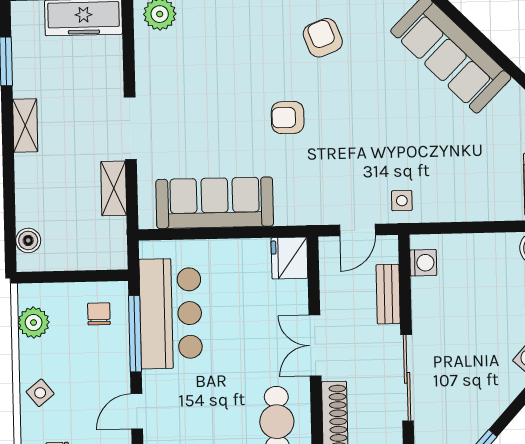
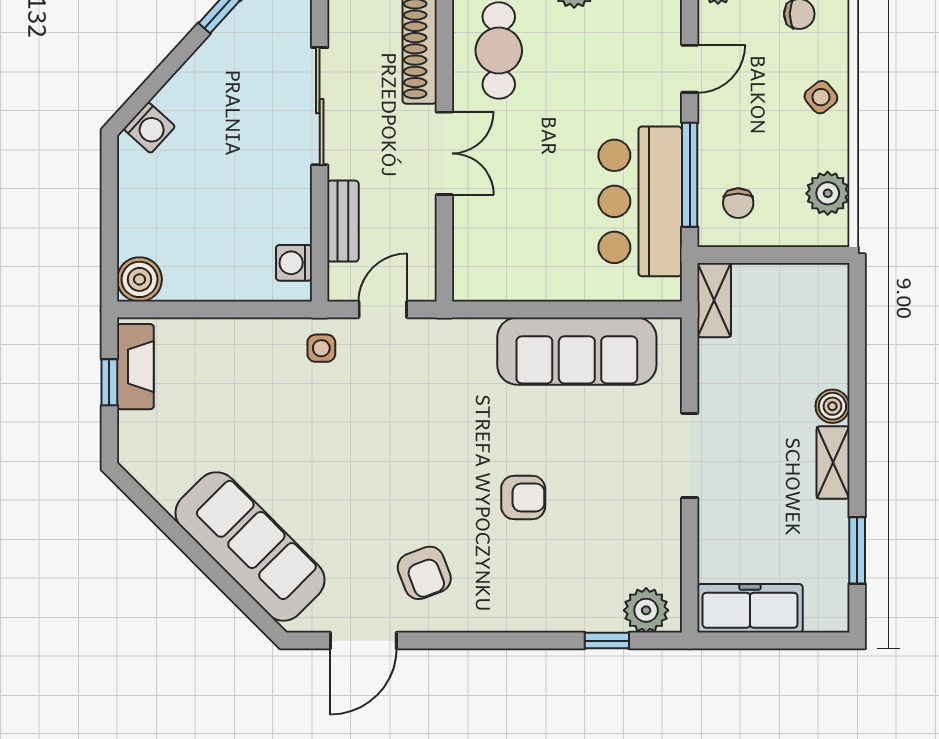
armchair: (288, 118) -> (523, 498), moved
shelving: (114, 188) -> (714, 300), moved
boiler: (28, 240) -> (832, 406), moved
fridge: (289, 258) -> (476, 273), removed

